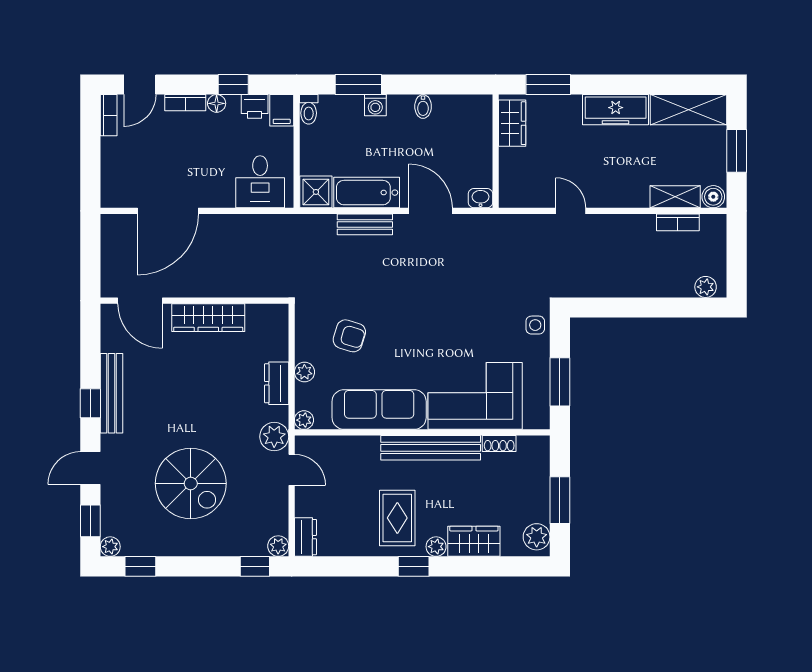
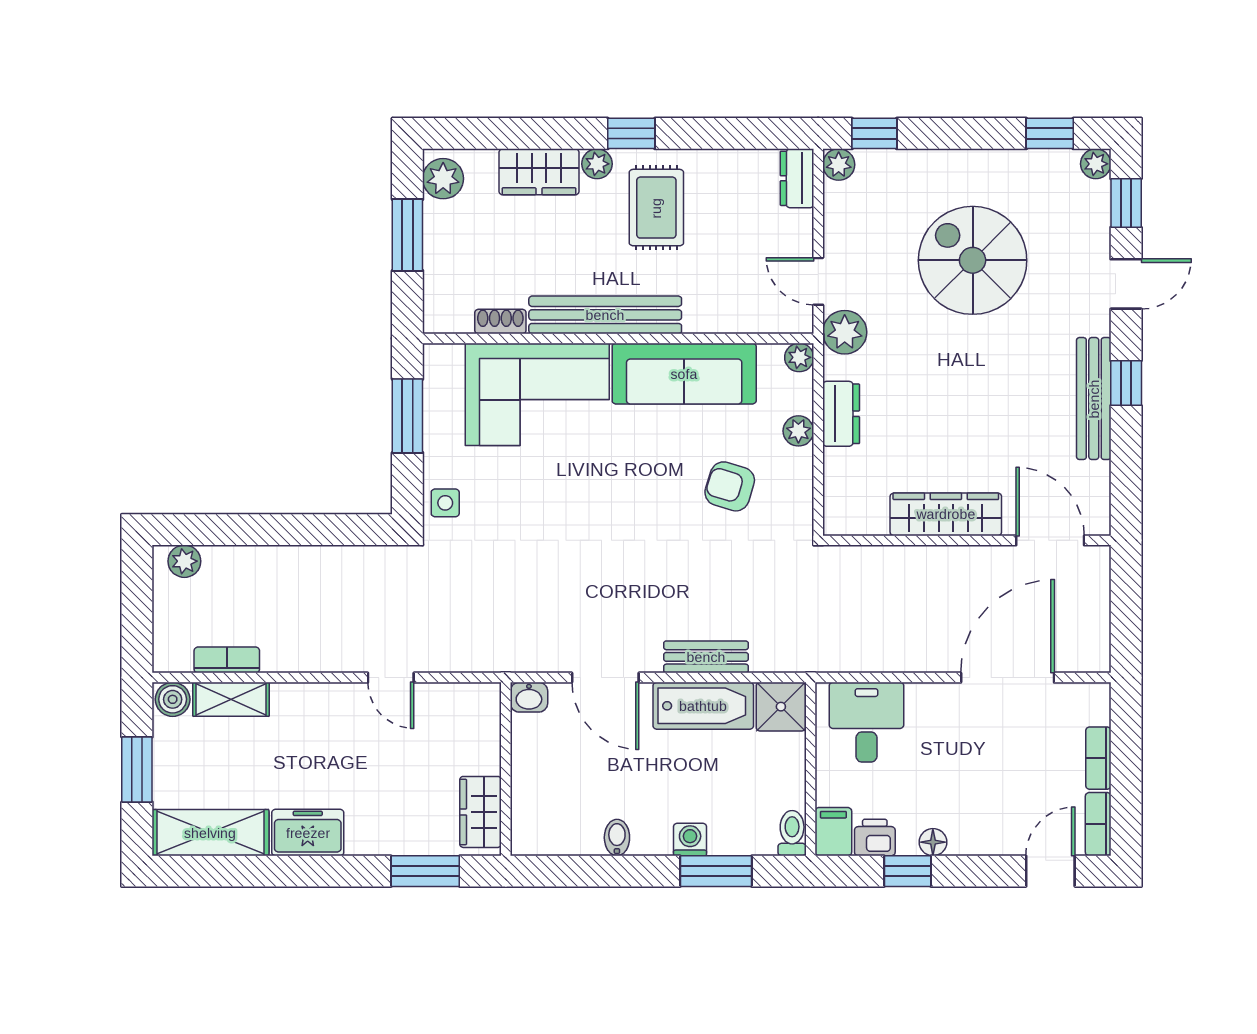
bookcase: (185, 103) -> (1098, 758), moved, turned -90
freezer: (616, 110) -> (308, 833), width x0.71

